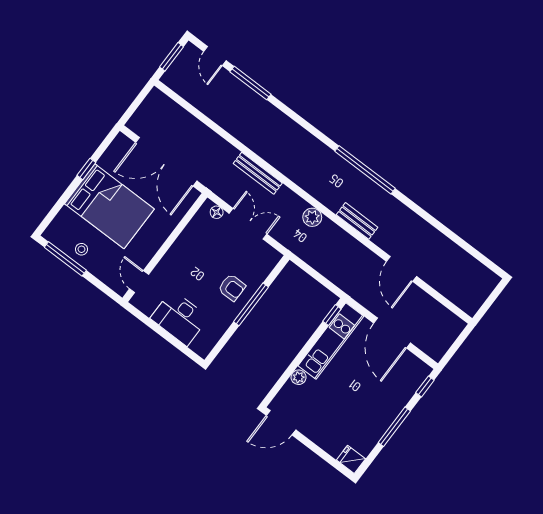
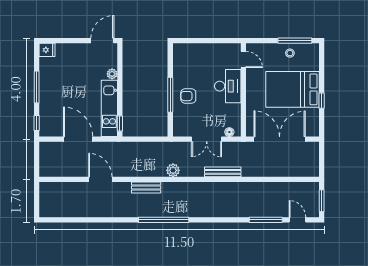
desk: (179, 318) -> (228, 86), moved, turned 90

